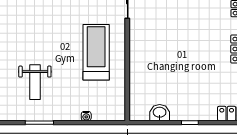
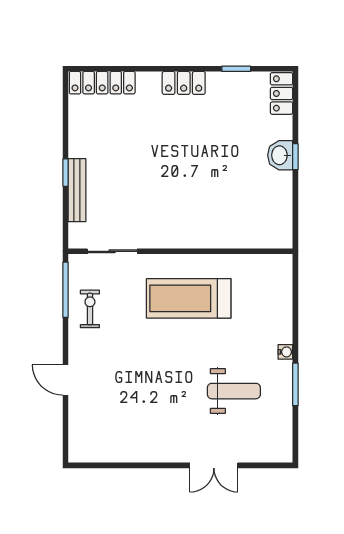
washbasin: (160, 113) -> (280, 155), moved
water cooler: (86, 116) -> (285, 352), moved

